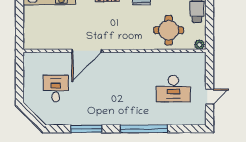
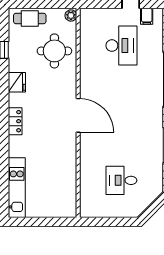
door: (87, 51) -> (78, 115), moved
filing cabinet: (199, 111) -> (147, 16), added

